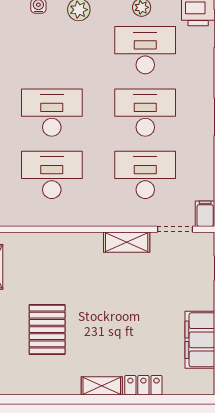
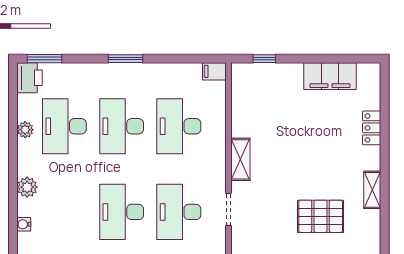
doorway: (175, 229) -> (229, 209), moved
shelving: (127, 242) -> (240, 159), moved
shelving: (102, 386) -> (372, 190), moved

